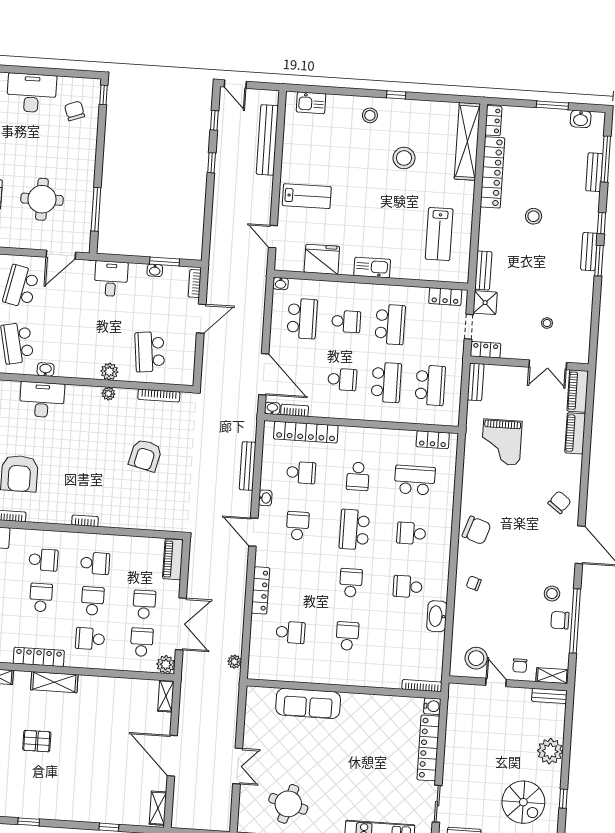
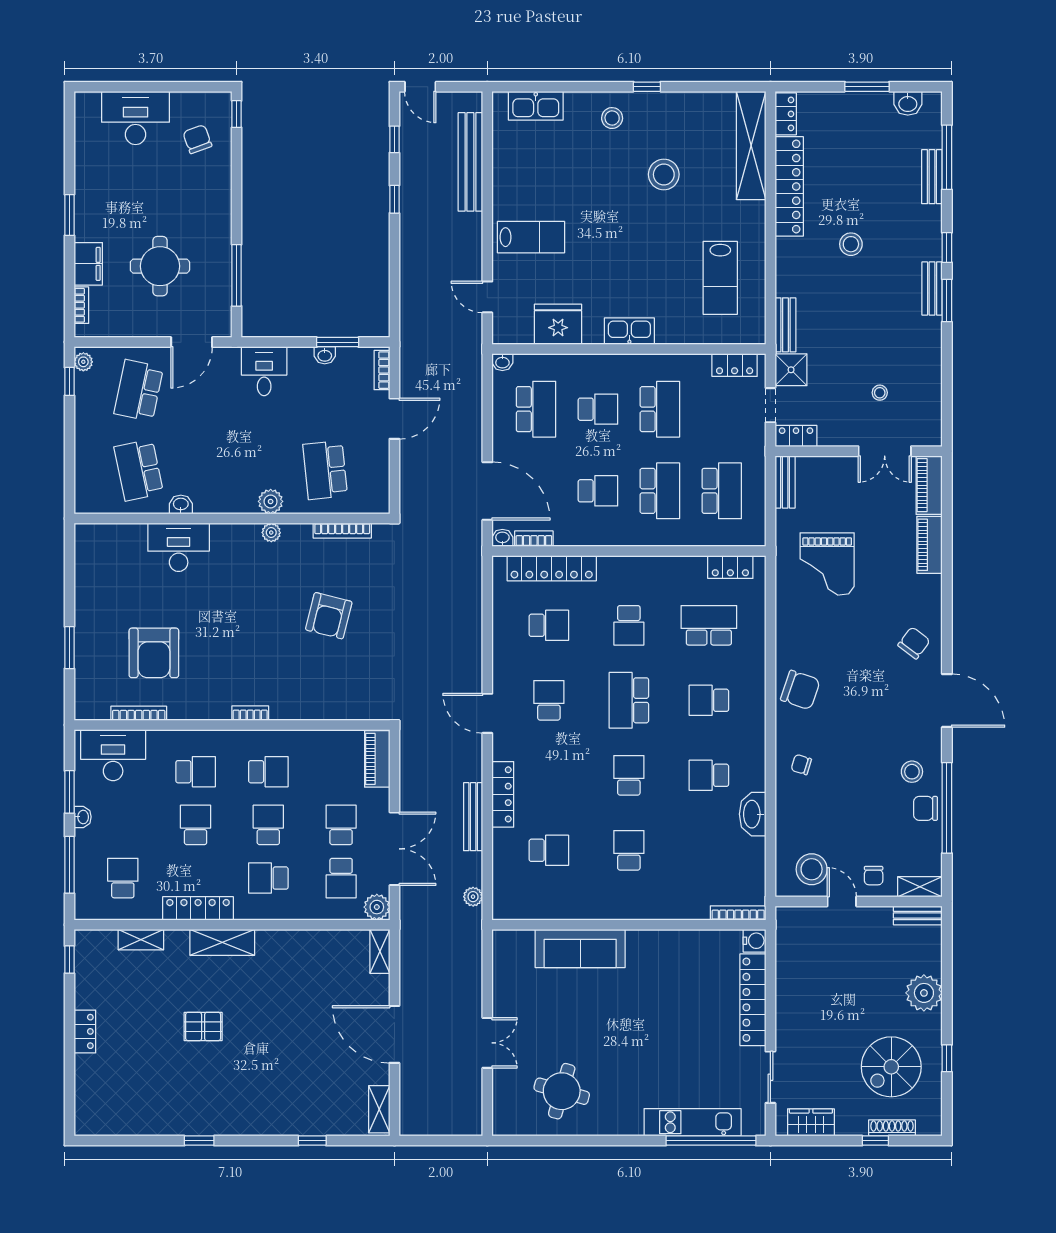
kitchen sink: (311, 103) -> (536, 106), width x1.38
bench: (248, 466) -> (473, 817), moved
washbasin: (265, 498) -> (501, 664), removed
school desk: (142, 642) -> (341, 878), turned 180
spiral stairs: (523, 802) -> (891, 1067), turned 90

